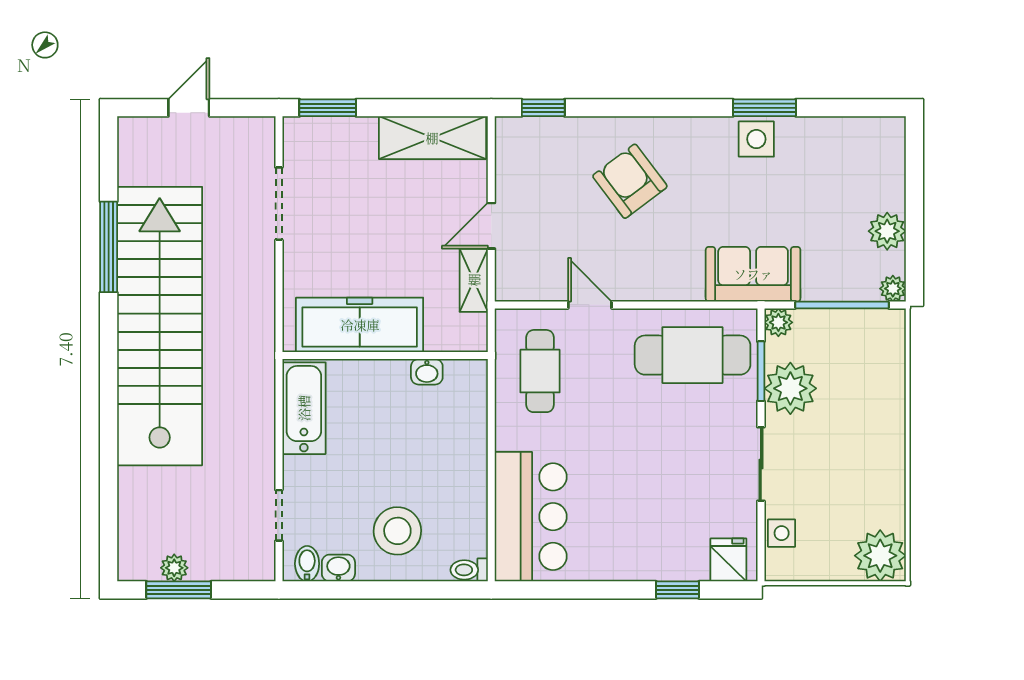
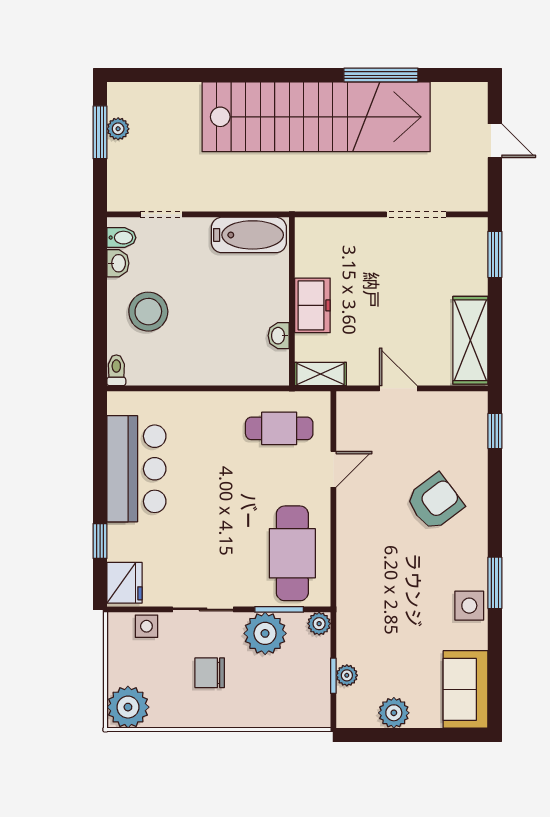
window: (764, 108) -> (495, 583), moved
sofa: (753, 274) -> (466, 689), moved, turned 180
shelving: (474, 280) -> (320, 374), moved
plant: (893, 289) -> (347, 675), moved
window: (842, 305) -> (333, 676), width x0.46
freezer: (360, 325) -> (312, 305), width x0.52, depth x0.79
chair: (838, 456) -> (210, 673), added
bar counter: (531, 517) -> (136, 469), moved, turned -90
fridge: (728, 560) -> (125, 583), width x1.38

